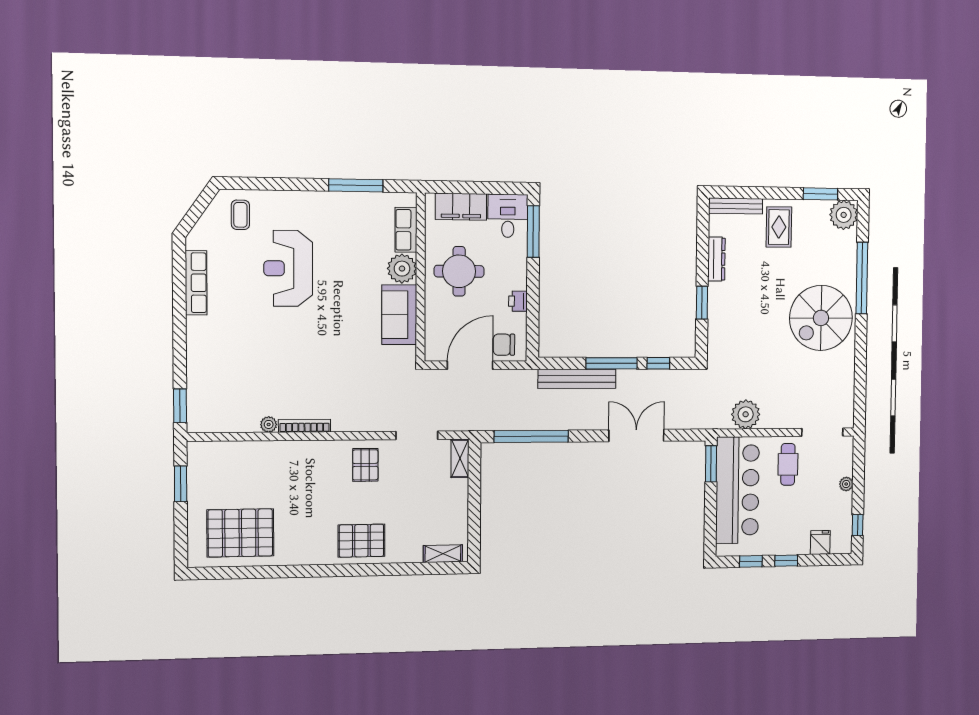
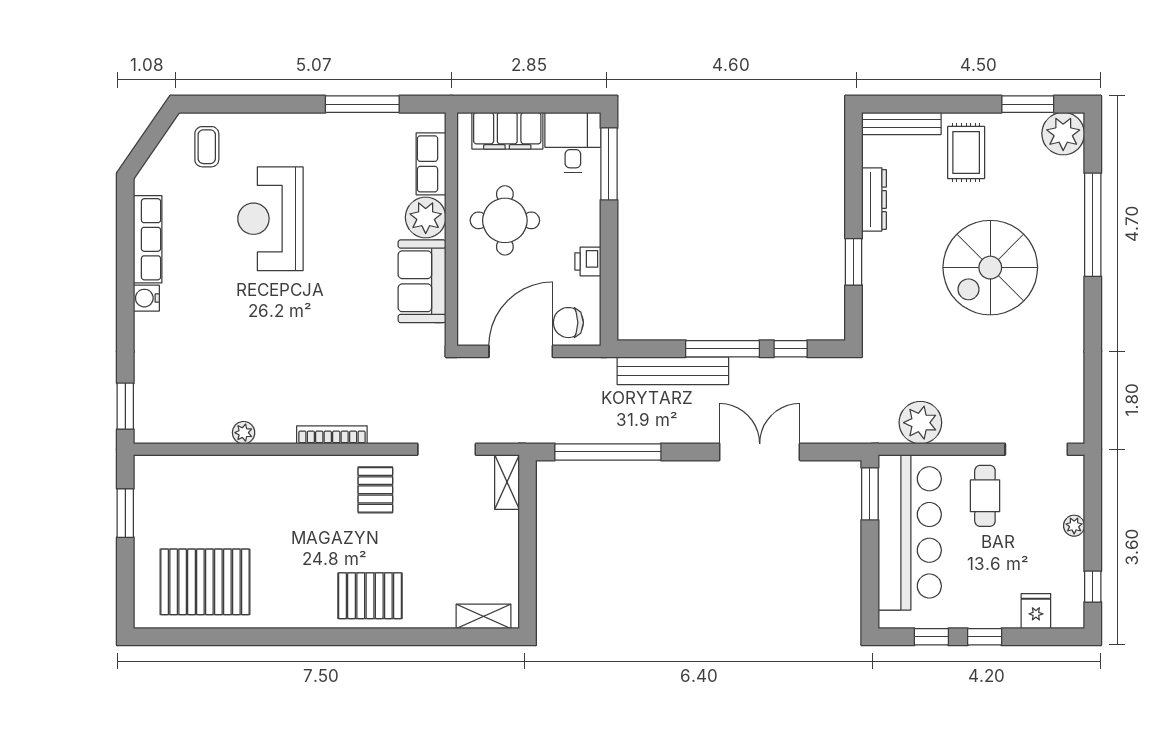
spiral stairs: (821, 318) -> (990, 268), moved
water cooler: (195, 326) -> (146, 298), added
bookcase: (304, 426) -> (332, 435), moved

